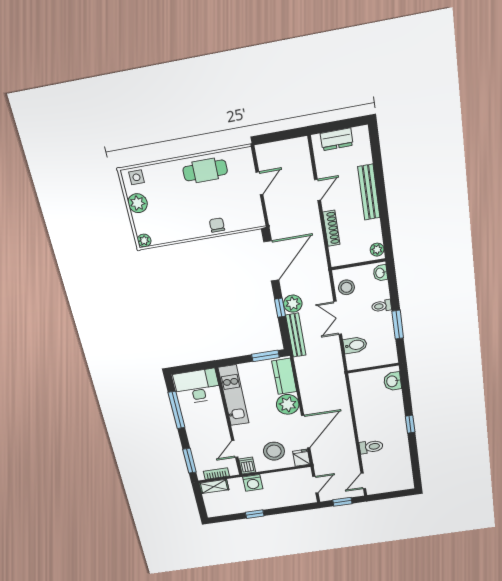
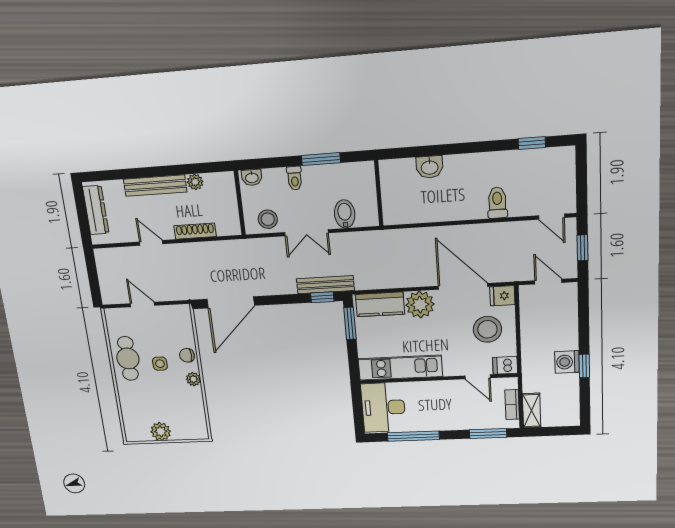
dresser: (337, 139) -> (96, 210), width x1.44
side table: (136, 177) -> (160, 364), moved
plant: (144, 241) -> (193, 379), moved
plant: (377, 250) -> (195, 182), moved
door: (271, 261) -> (231, 302), swing flipped
plant: (293, 304) -> (284, 284), removed
window: (280, 308) -> (322, 297), moved
washbasin: (392, 381) -> (430, 167), moved
window: (410, 424) -> (532, 143), moved
washing machine: (253, 483) -> (567, 362), moved, turned 180

